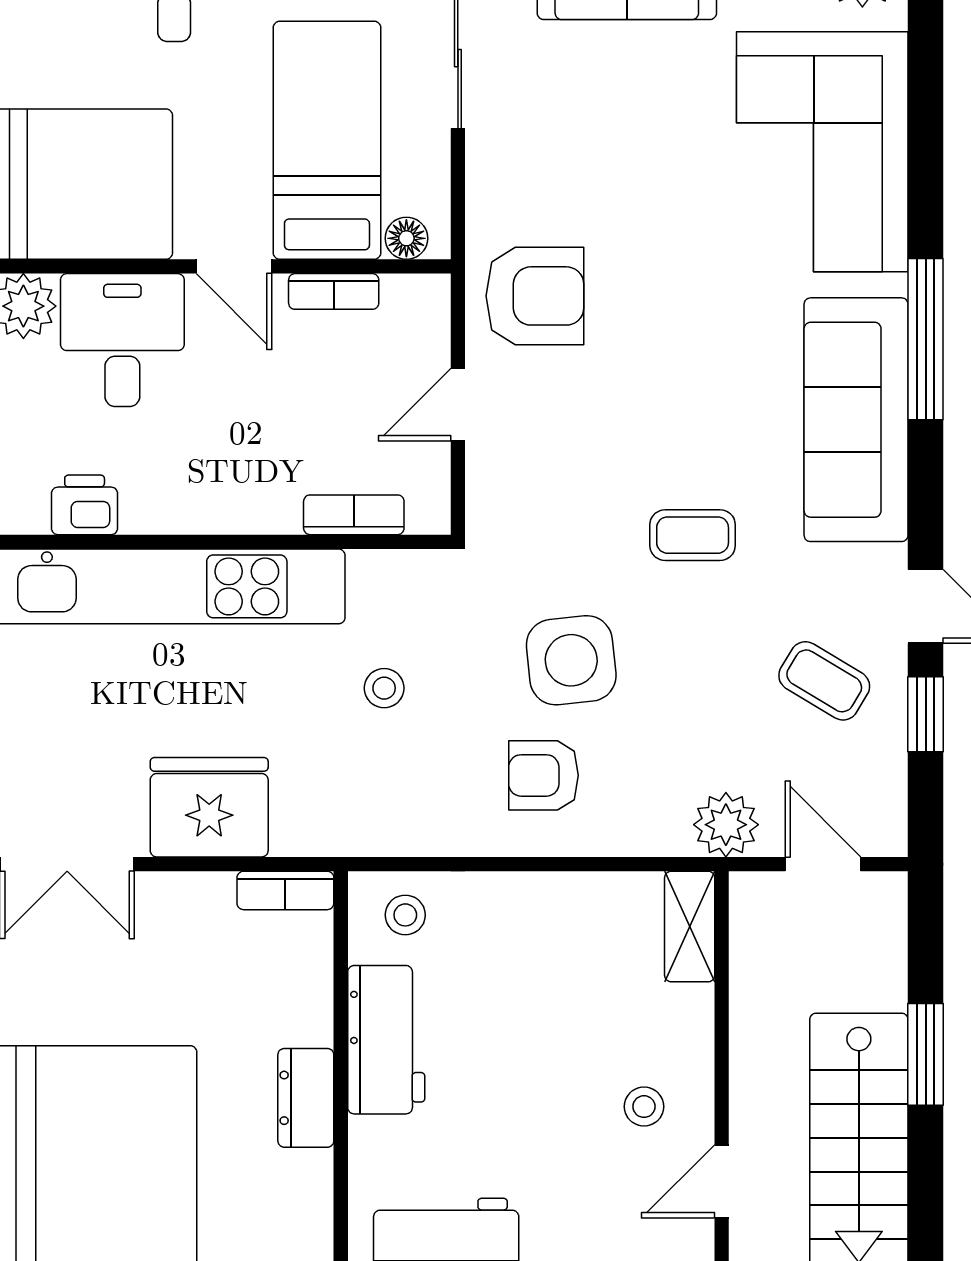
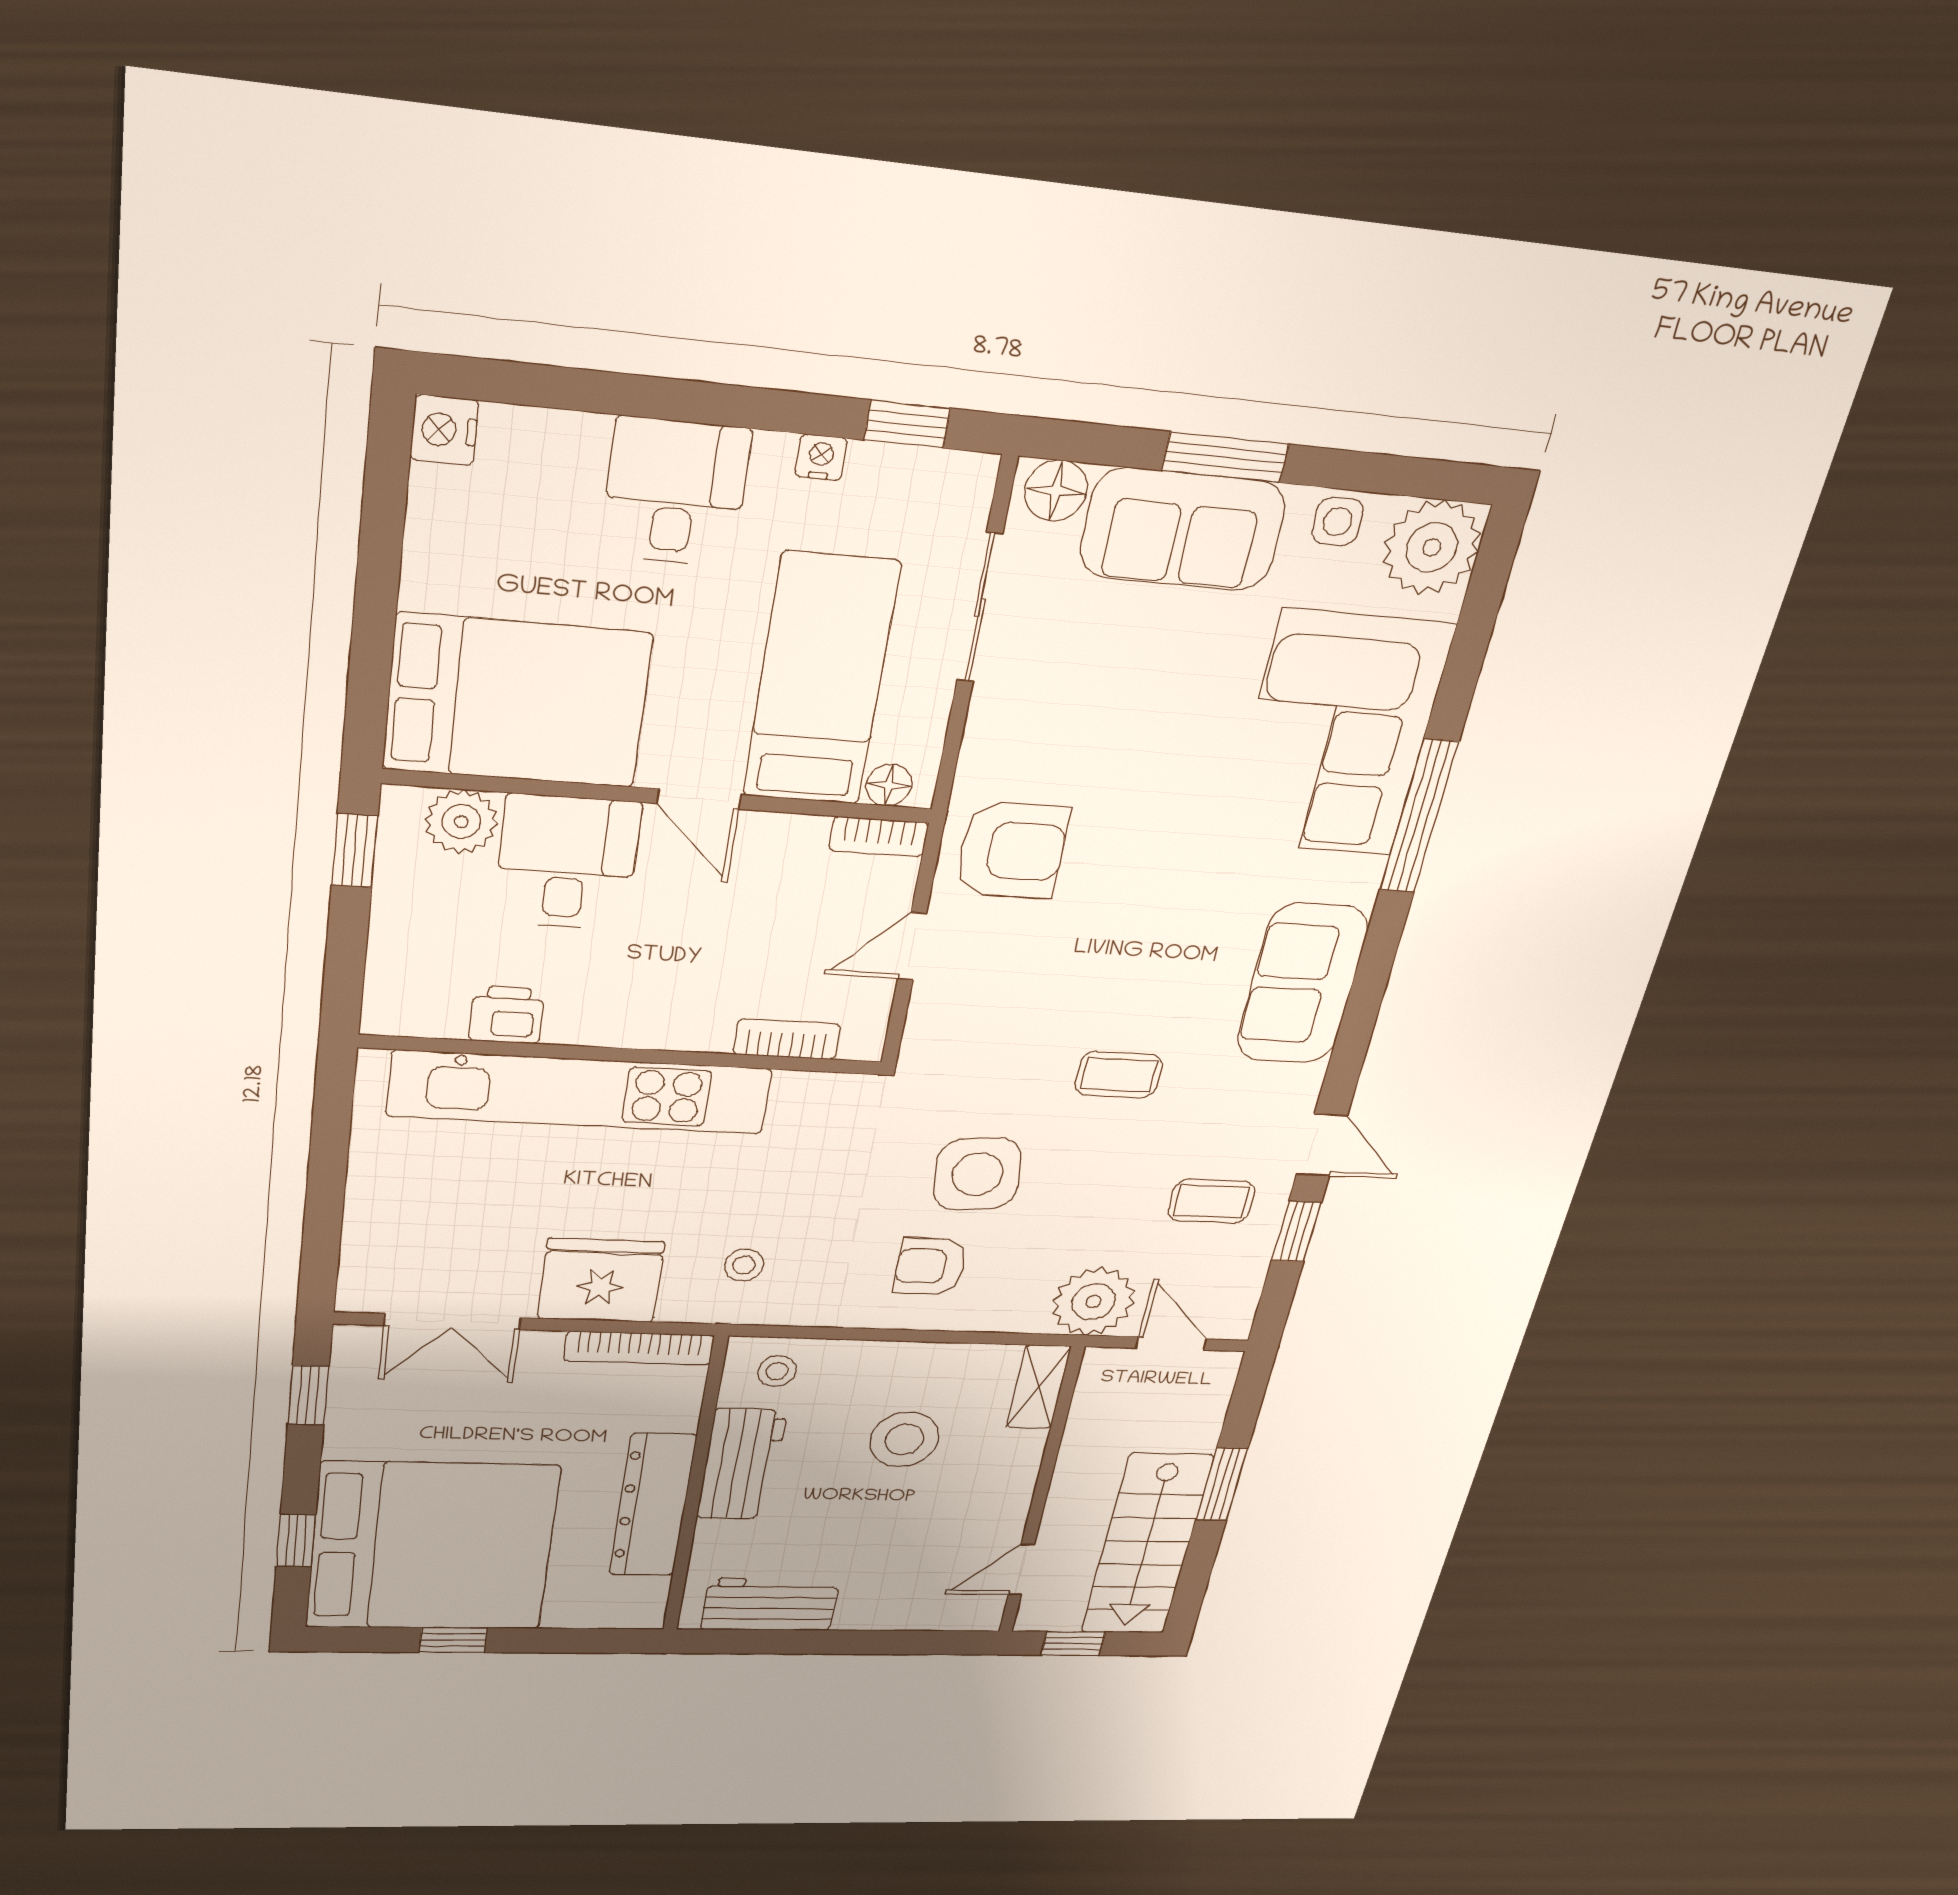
bookcase: (334, 291) -> (879, 837), moved
window: (926, 339) -> (1419, 816), moved
sofa: (856, 420) -> (1302, 984), width x0.73
coffee table: (824, 681) -> (1211, 1201), turned -31
stool: (384, 688) -> (744, 1265), moved
plant: (726, 825) -> (1093, 1302), width x1.36, depth x1.36
bookcase: (285, 890) -> (639, 1348), width x1.56
dresser: (306, 1098) -> (653, 1505), width x1.96, depth x1.24
stool: (644, 1107) -> (904, 1440), moved, width x1.89, depth x1.89

